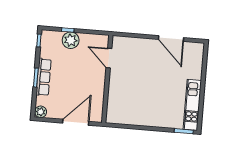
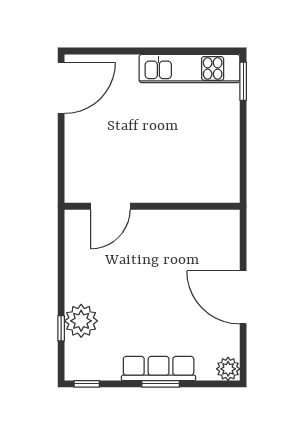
door: (171, 38) -> (61, 88), moved
door: (109, 58) -> (110, 206), moved
wall: (107, 79) -> (152, 206), moved

